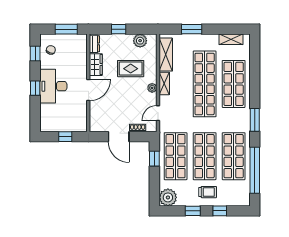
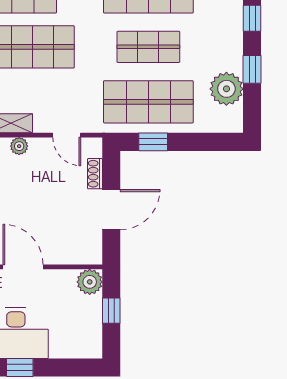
plant: (80, 125) -> (90, 282), added
shop shelf: (205, 156) -> (148, 47), width x0.70, depth x0.74
trolley: (208, 192) -> (216, 41), removed
plant: (168, 197) -> (226, 89), moved

